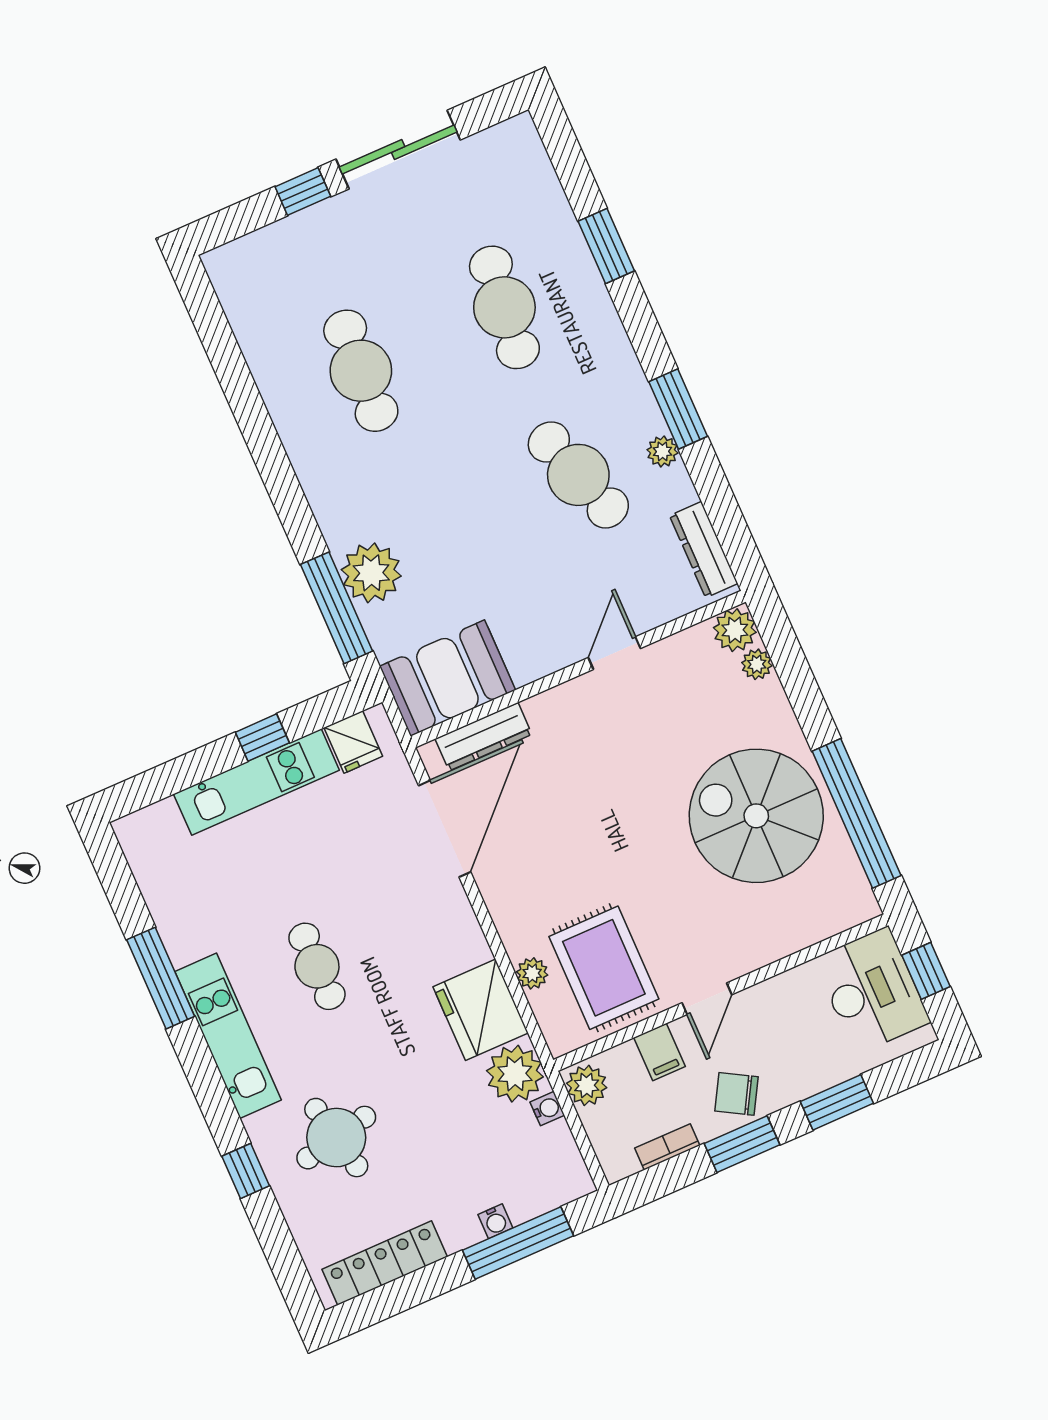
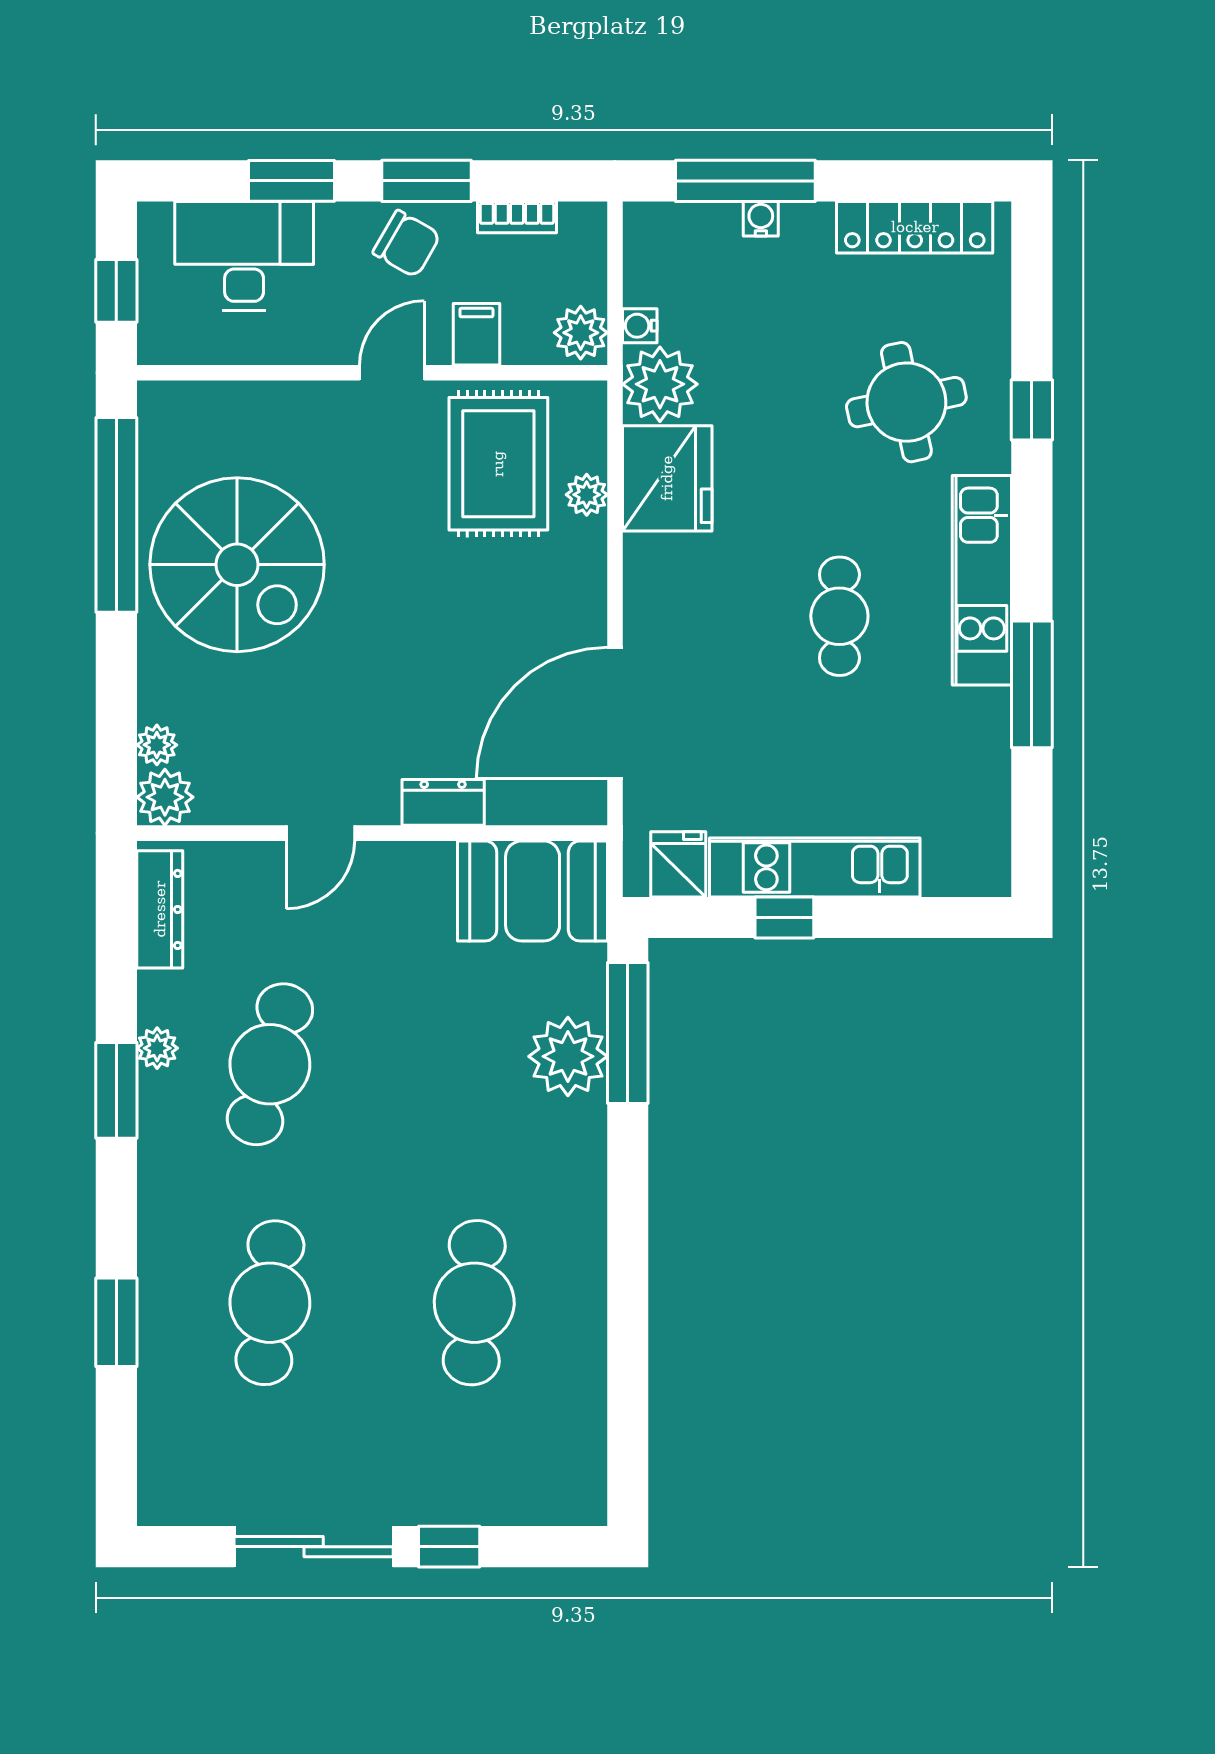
cafe table: (578, 475) -> (270, 1064), turned 33
dresser: (483, 737) -> (443, 802), moved, width x0.70
desk: (872, 990) -> (244, 256), moved, turned 90

